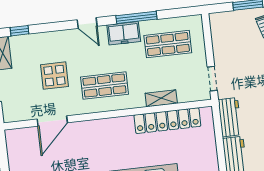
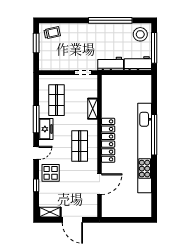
window: (20, 31) -> (36, 185), moved
display table: (55, 76) -> (51, 173), moved
door: (52, 121) -> (99, 184), hinge flipped
locker: (167, 121) -> (108, 140), moved

